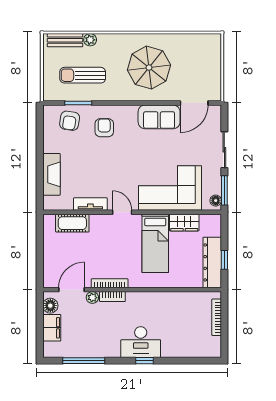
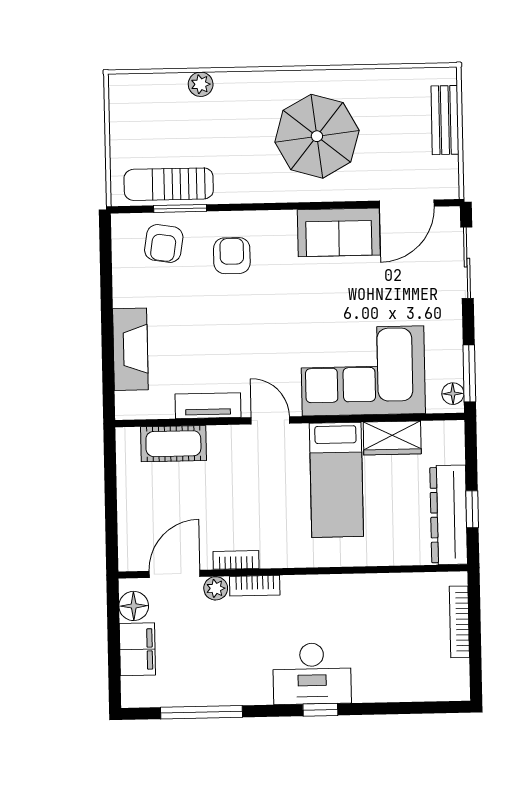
bench: (65, 40) -> (445, 120), moved, turned 90
sun lounger: (83, 75) -> (169, 184), moved
sliding door: (224, 150) -> (467, 263), moved
bookcase: (110, 283) -> (236, 560), width x0.64

